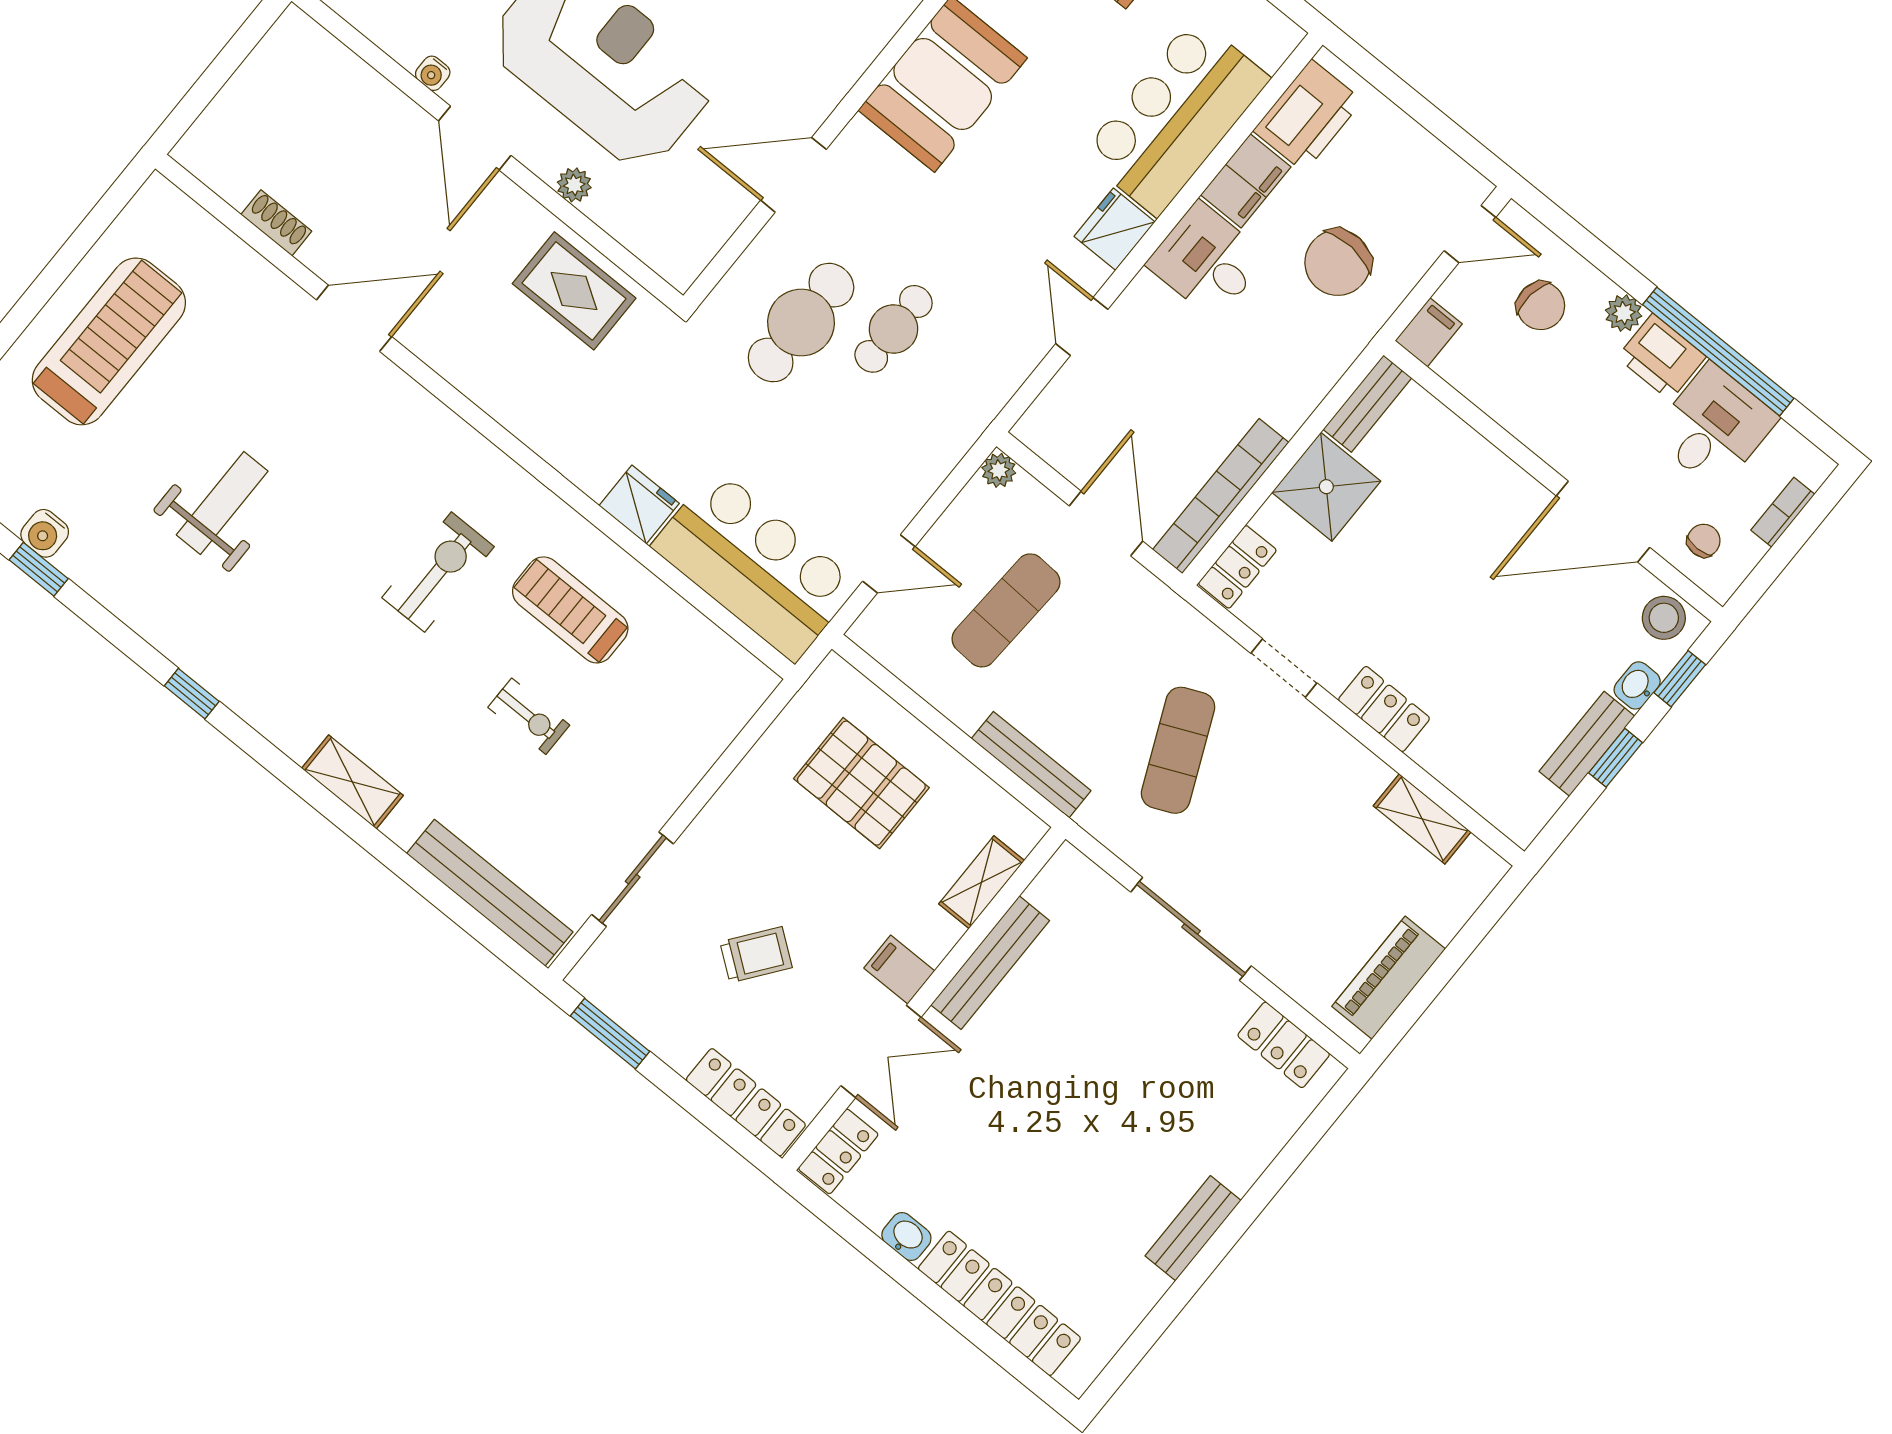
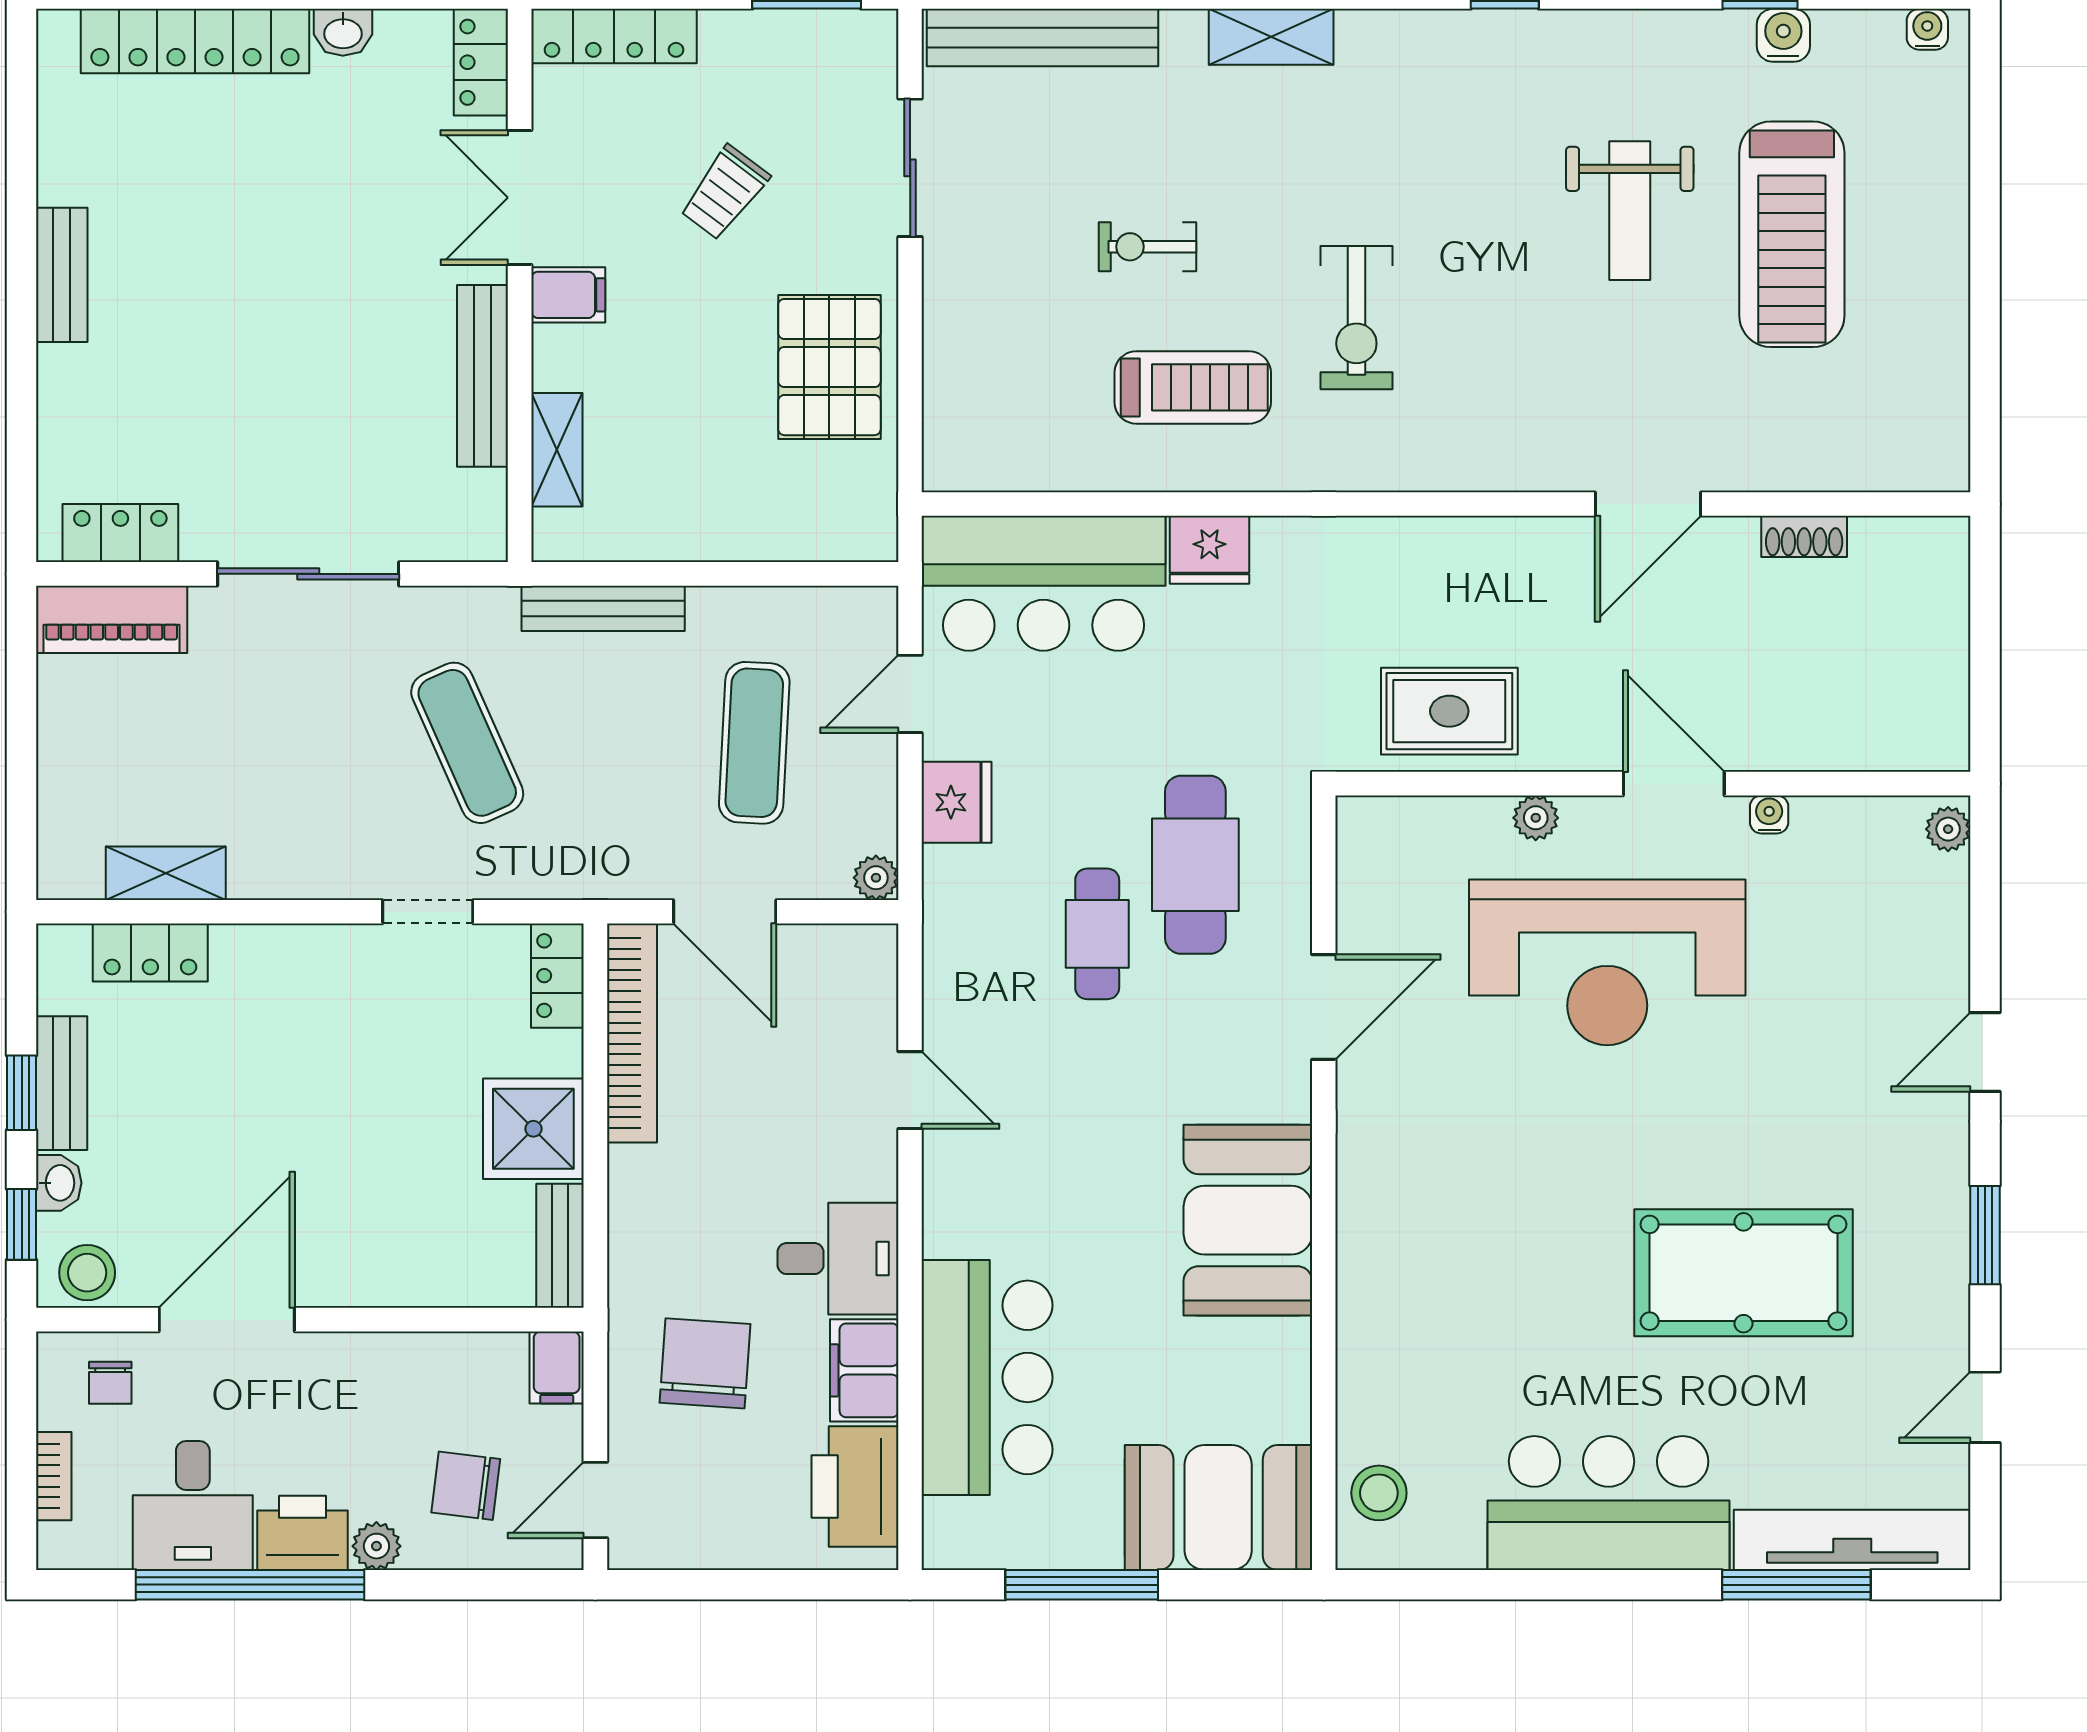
fridge: (1115, 229) -> (957, 802), moved
treadmill: (109, 341) -> (1792, 234), moved
locker: (1384, 709) -> (150, 952), moved
pallet: (861, 783) -> (829, 367), moved, turned 90
piano: (1389, 978) -> (112, 619), moved, turned 90

